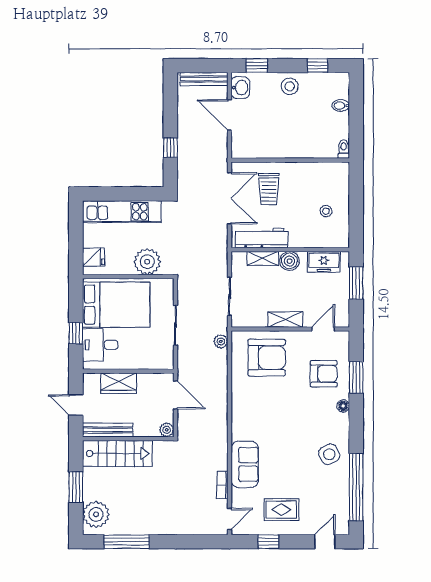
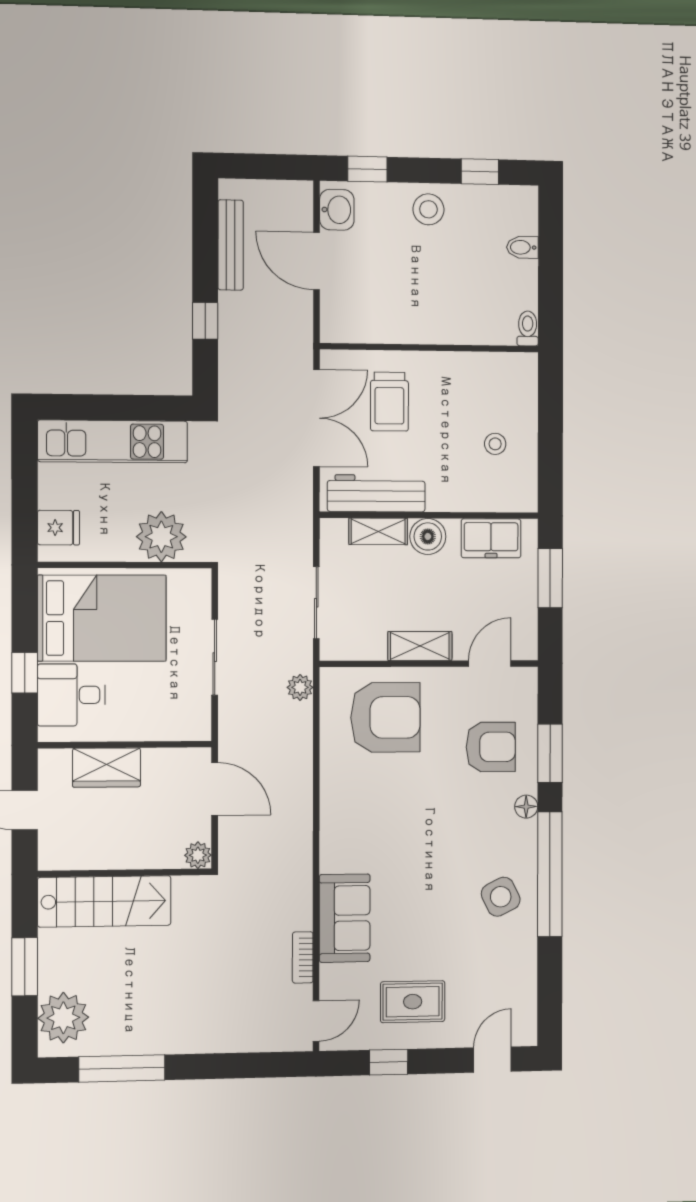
bench: (204, 79) -> (231, 245), moved, turned 90
bench: (108, 430) -> (86, 857), removed
window: (356, 487) -> (550, 874), moved

